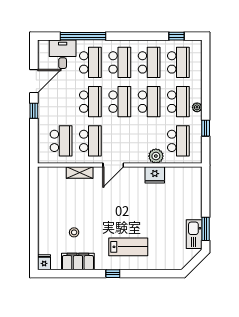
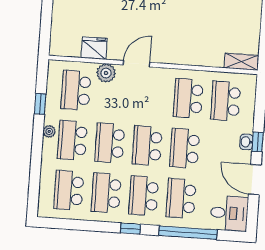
window: (177, 36) -> (130, 229), moved
desk: (63, 54) -> (229, 213), moved, turned -90
door: (34, 81) -> (255, 180), hinge flipped
washbasin: (43, 110) -> (246, 142), added
door: (113, 165) -> (136, 64), moved
shelving: (80, 172) -> (242, 62), moved
fridge: (155, 175) -> (94, 48), moved

